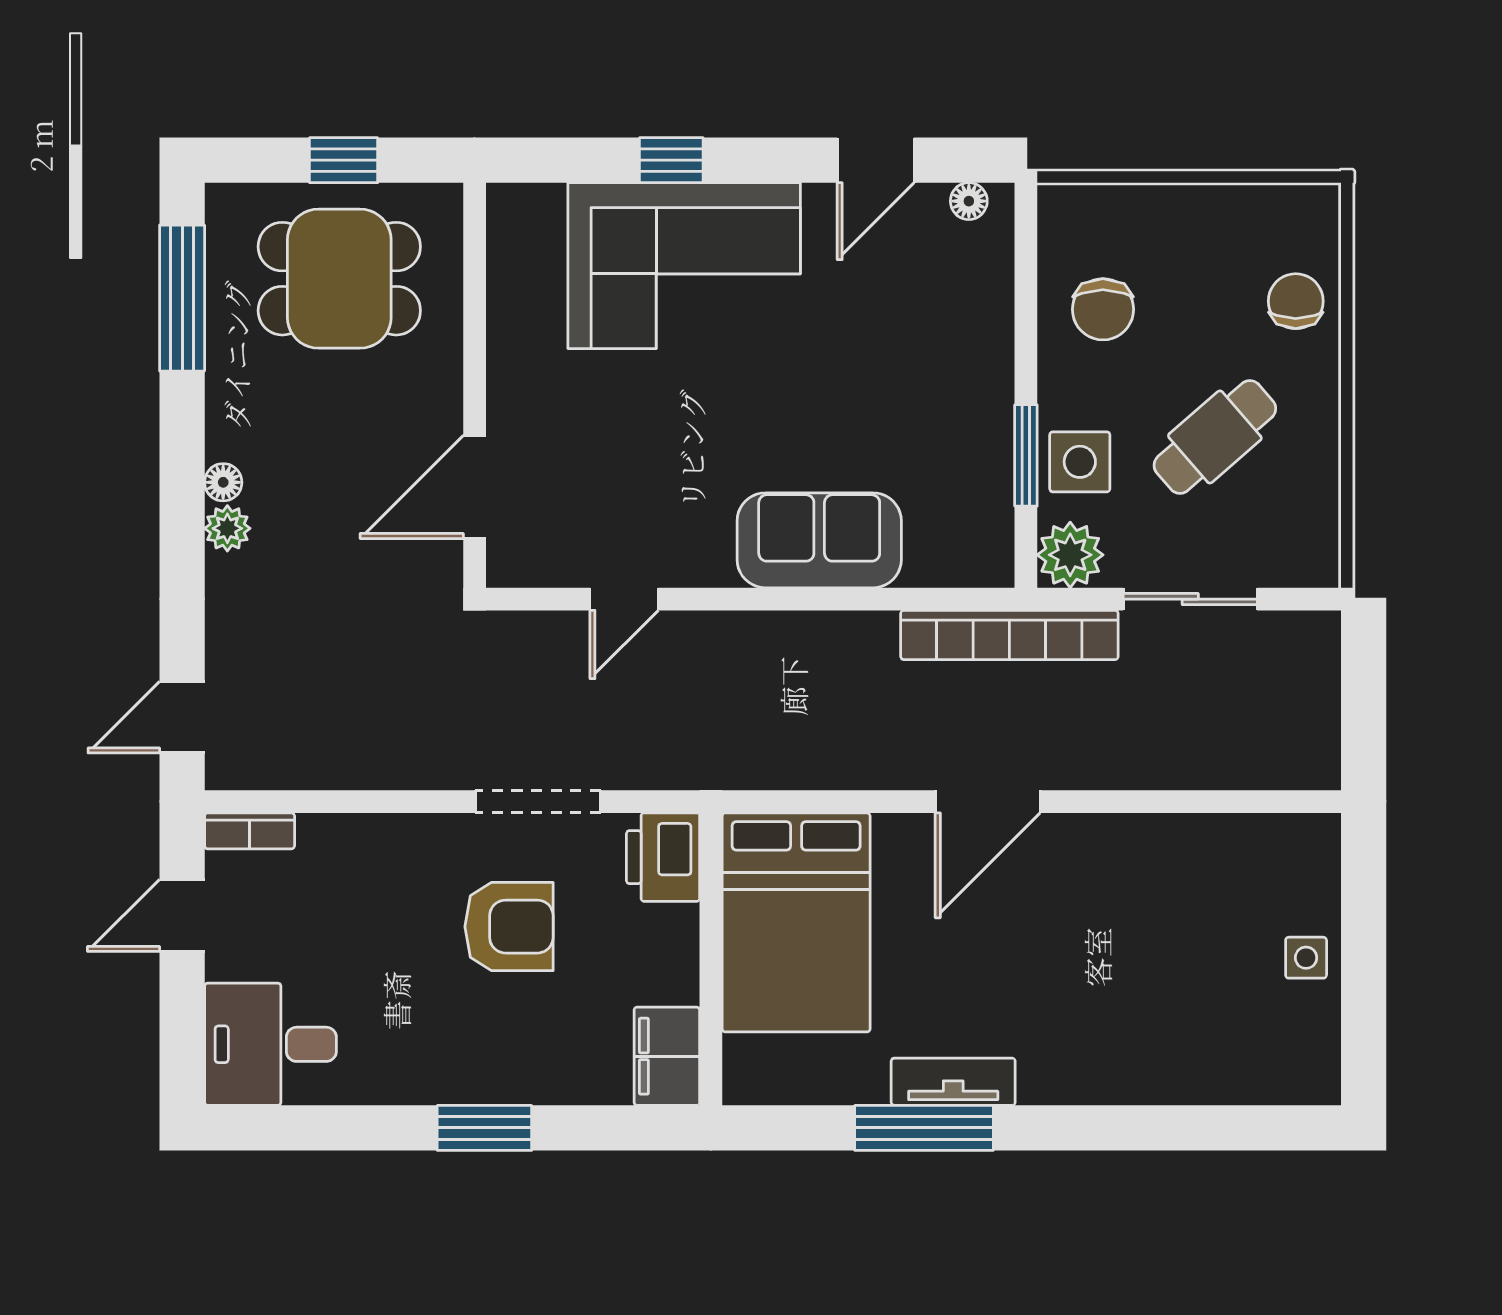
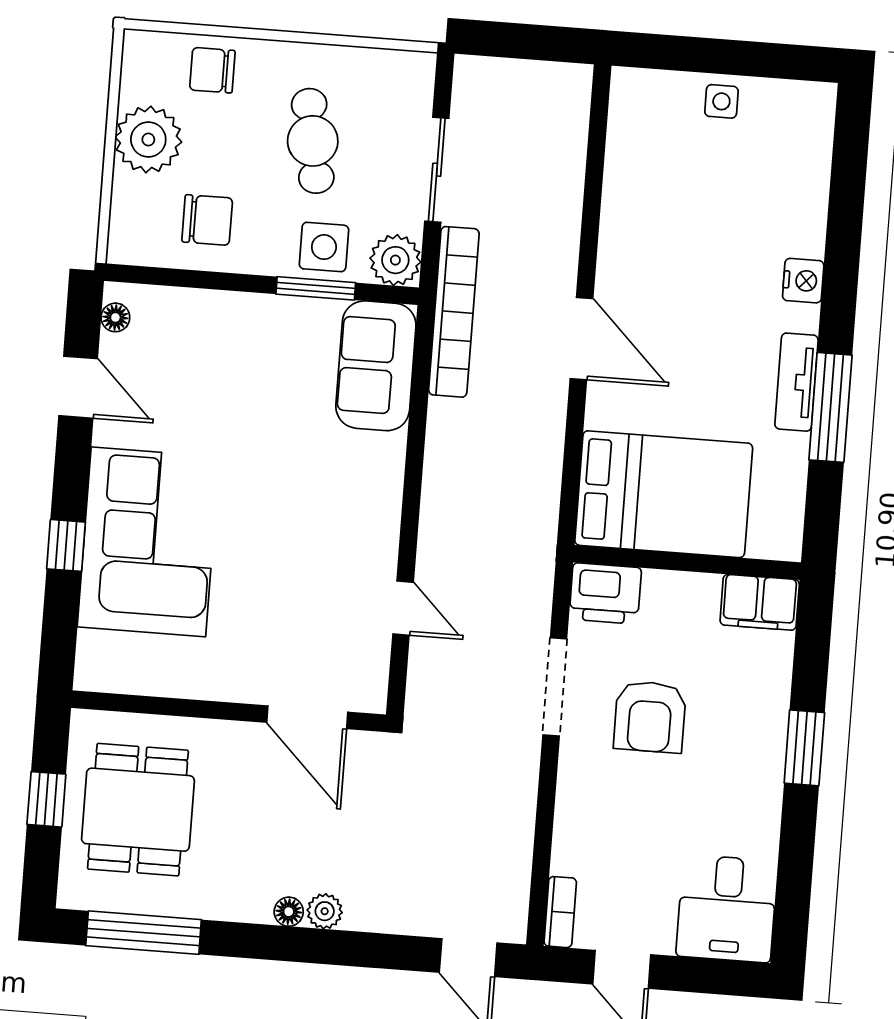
plant: (1201, 226) -> (148, 139), added
cafe table: (1215, 437) -> (313, 141), turned 31
sofa: (819, 540) -> (376, 366), moved
armchair: (509, 927) -> (650, 717), turned 180
nightstand: (1084, 1080) -> (803, 281), added

